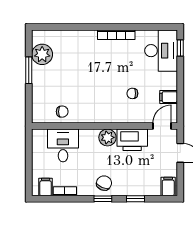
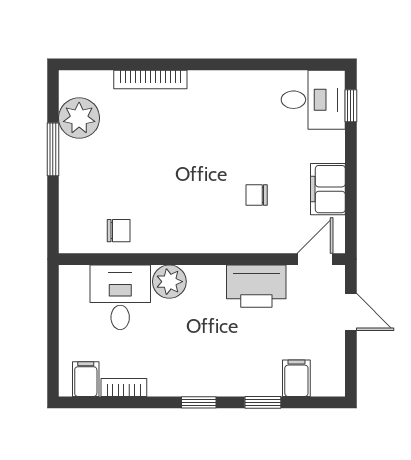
bookcase: (116, 35) -> (150, 79), moved
desk: (161, 51) -> (313, 100), width x0.73
filing cabinet: (169, 97) -> (328, 189), width x2.00
plant: (107, 137) -> (169, 282), moved
chair: (104, 183) -> (201, 371), removed
filing cabinet: (168, 187) -> (296, 378), moved

